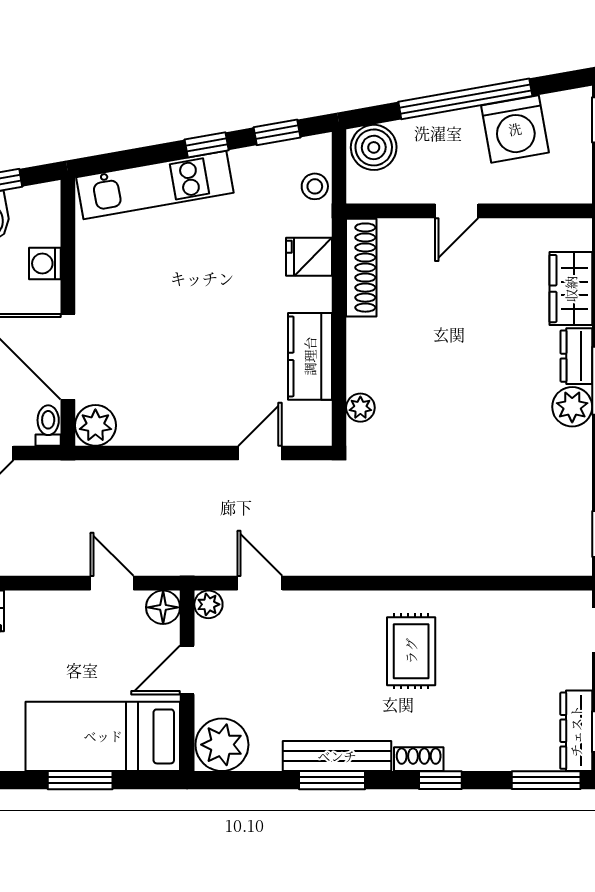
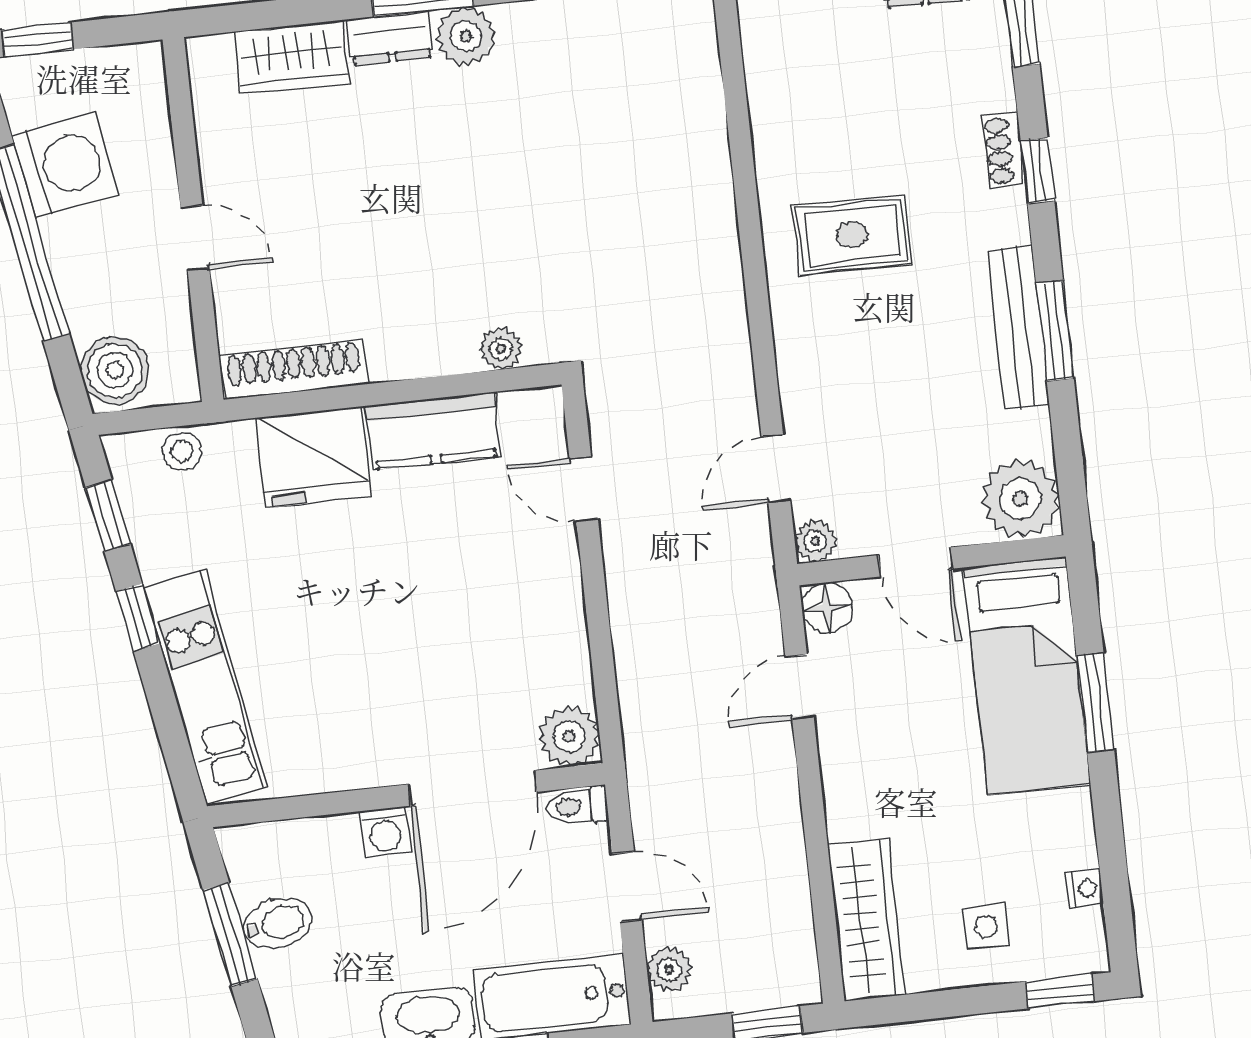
fridge: (309, 257) -> (313, 457), width x1.88, depth x1.34
washing machine: (45, 263) -> (385, 832), moved
shoe rack: (419, 759) -> (1004, 150), moved

